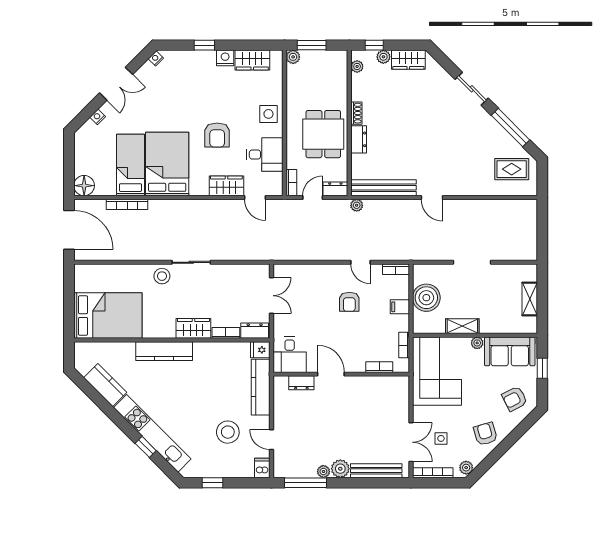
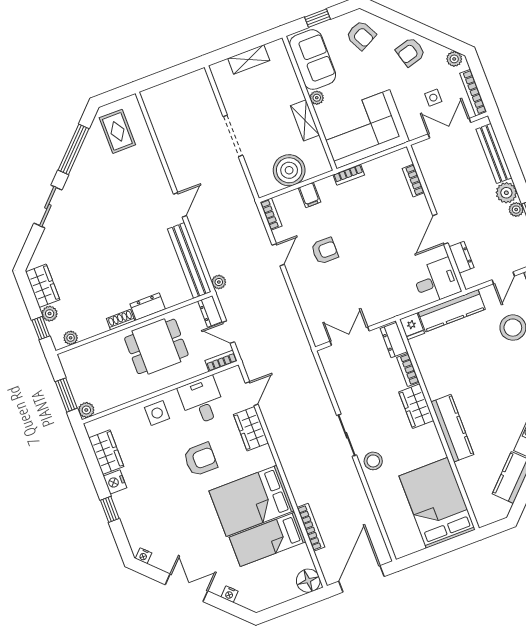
desk: (290, 355) -> (436, 281), moved
bookcase: (379, 367) -> (413, 181), moved
door: (331, 374) -> (440, 229), moved
wall: (341, 374) -> (436, 218), moved
dresser: (301, 383) -> (462, 257), moved

